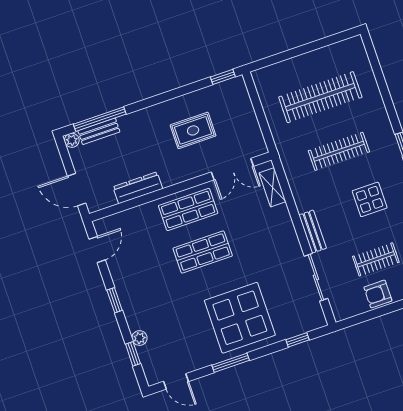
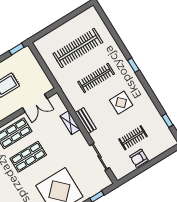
shelving: (272, 187) -> (70, 123), moved
bench: (313, 232) -> (86, 121), moved

